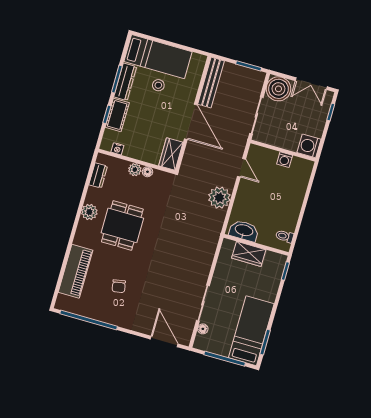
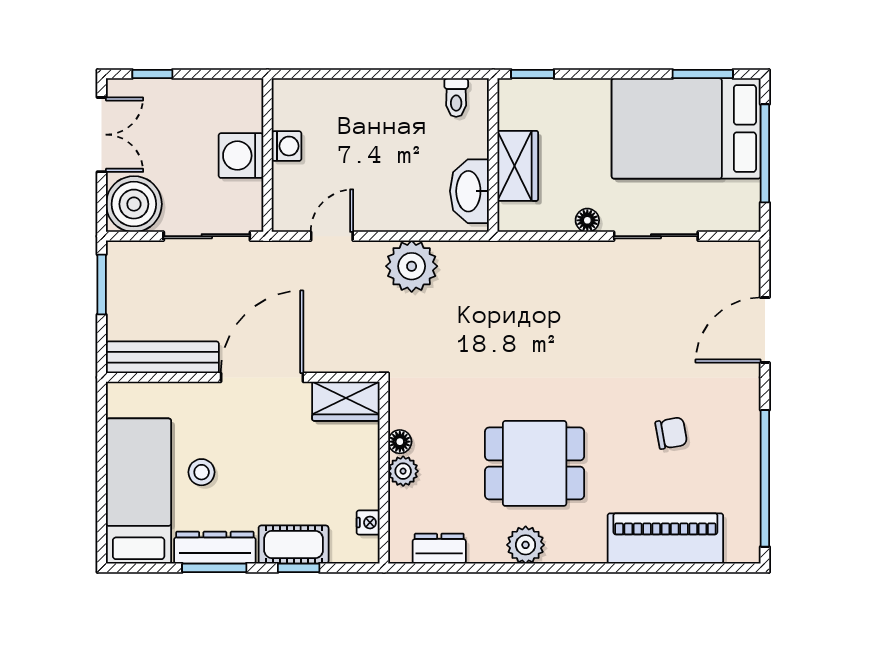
washing machine: (309, 146) -> (241, 156), moved, turned 90
floor lamp: (203, 329) -> (587, 220), moved
bed: (251, 331) -> (686, 128), width x1.50
door: (164, 341) -> (765, 330), moved

